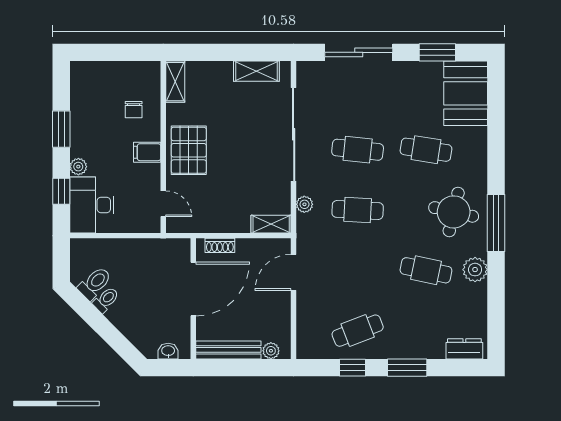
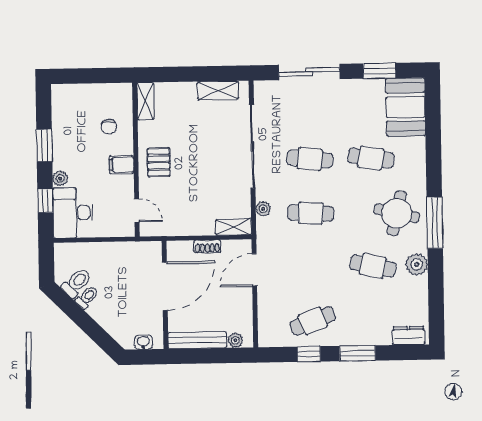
pallet: (189, 150) -> (159, 162), width x0.67, depth x0.71
shoe rack: (220, 245) -> (207, 246), moved

